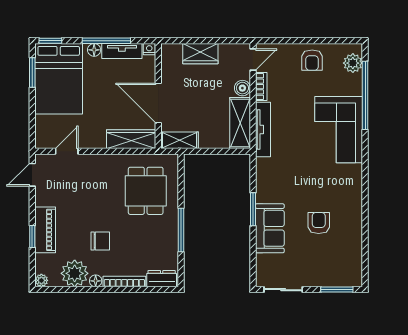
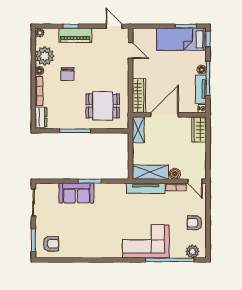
wardrobe: (200, 54) -> (199, 130), moved
bed: (59, 79) -> (181, 39), width x0.67
armchair: (319, 223) -> (51, 244), moved

